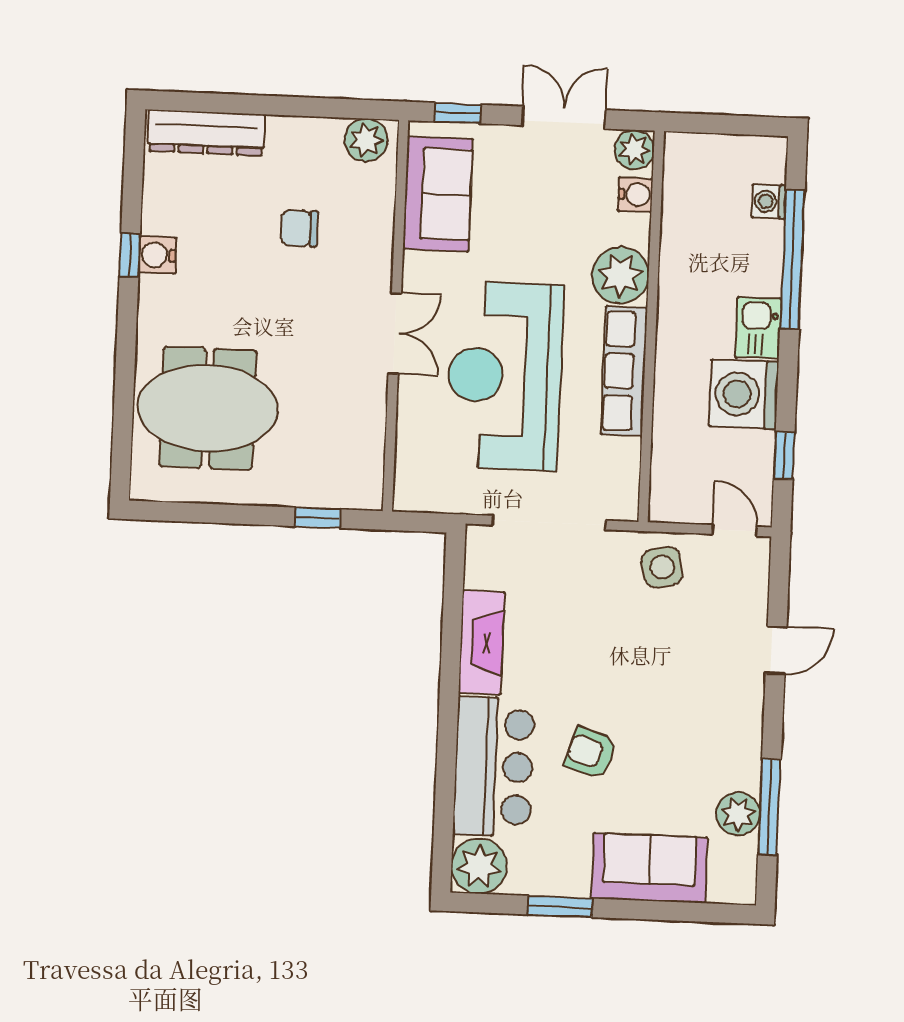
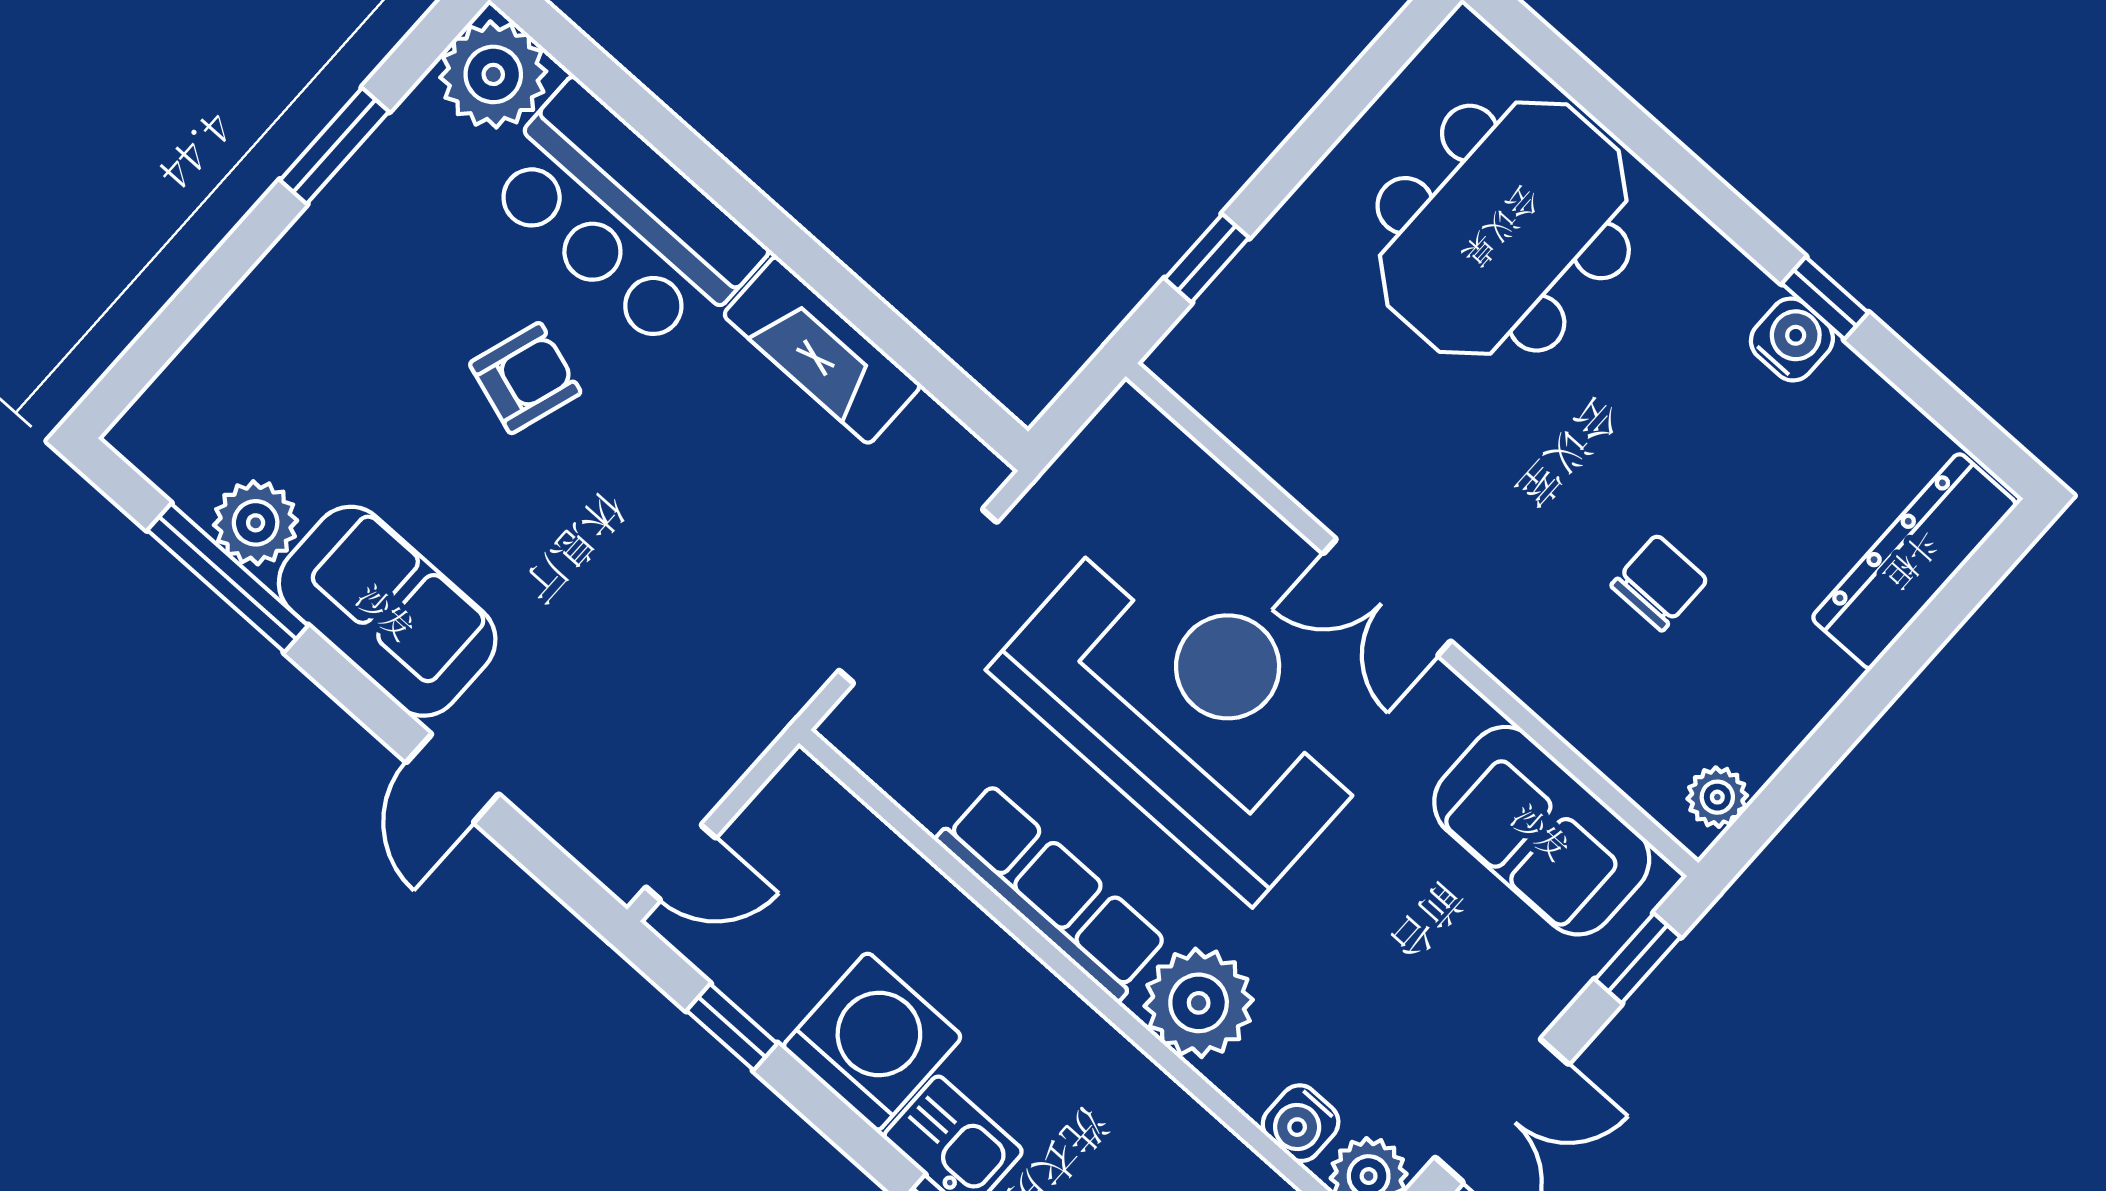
plant: (366, 140) -> (1717, 797), width x0.73, depth x0.73
side table: (662, 567) -> (714, 710), removed
sofa: (649, 868) -> (387, 611), moved, turned -90

